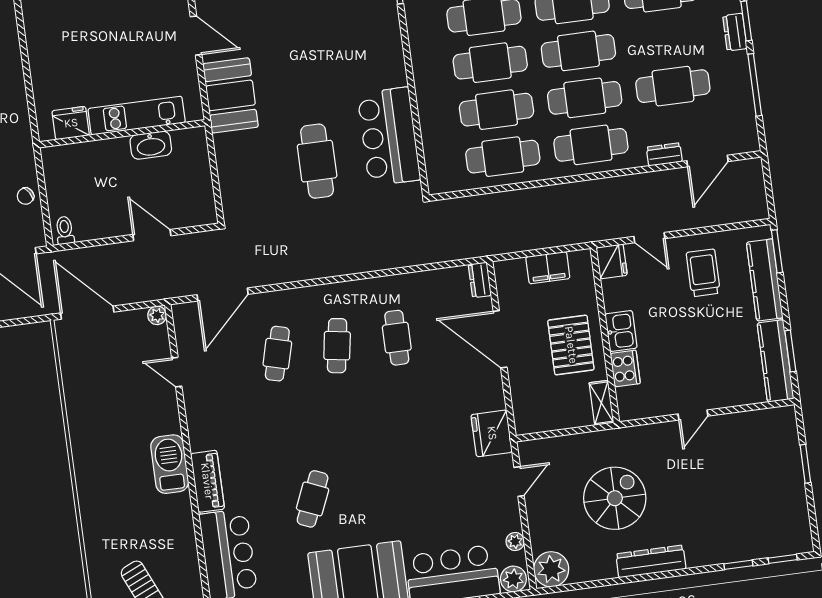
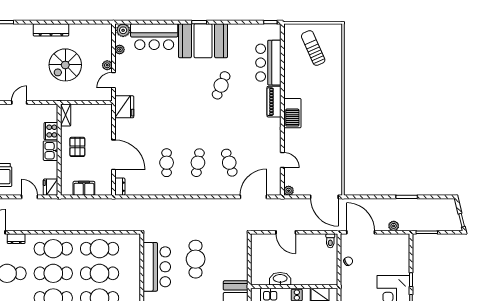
pallet: (571, 345) -> (77, 147), width x0.67, depth x0.71
cafe table: (277, 354) -> (229, 163), turned -33
plant: (551, 569) -> (107, 65), moved, width x0.53, depth x0.53

